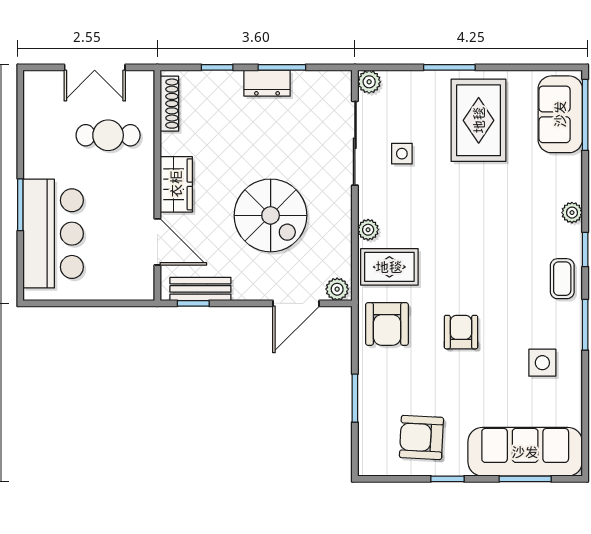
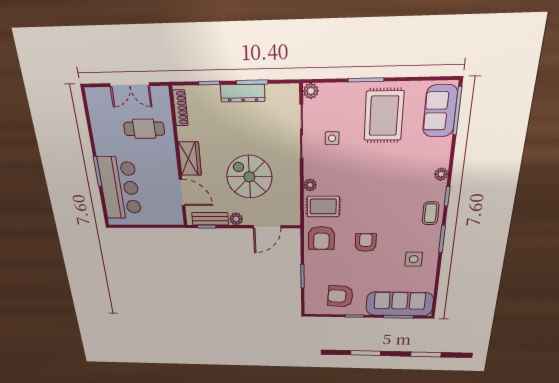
dresser: (267, 83) -> (243, 93), width x1.44
spiral stairs: (271, 215) -> (249, 177), turned 180
plant: (337, 289) -> (236, 219), moved

